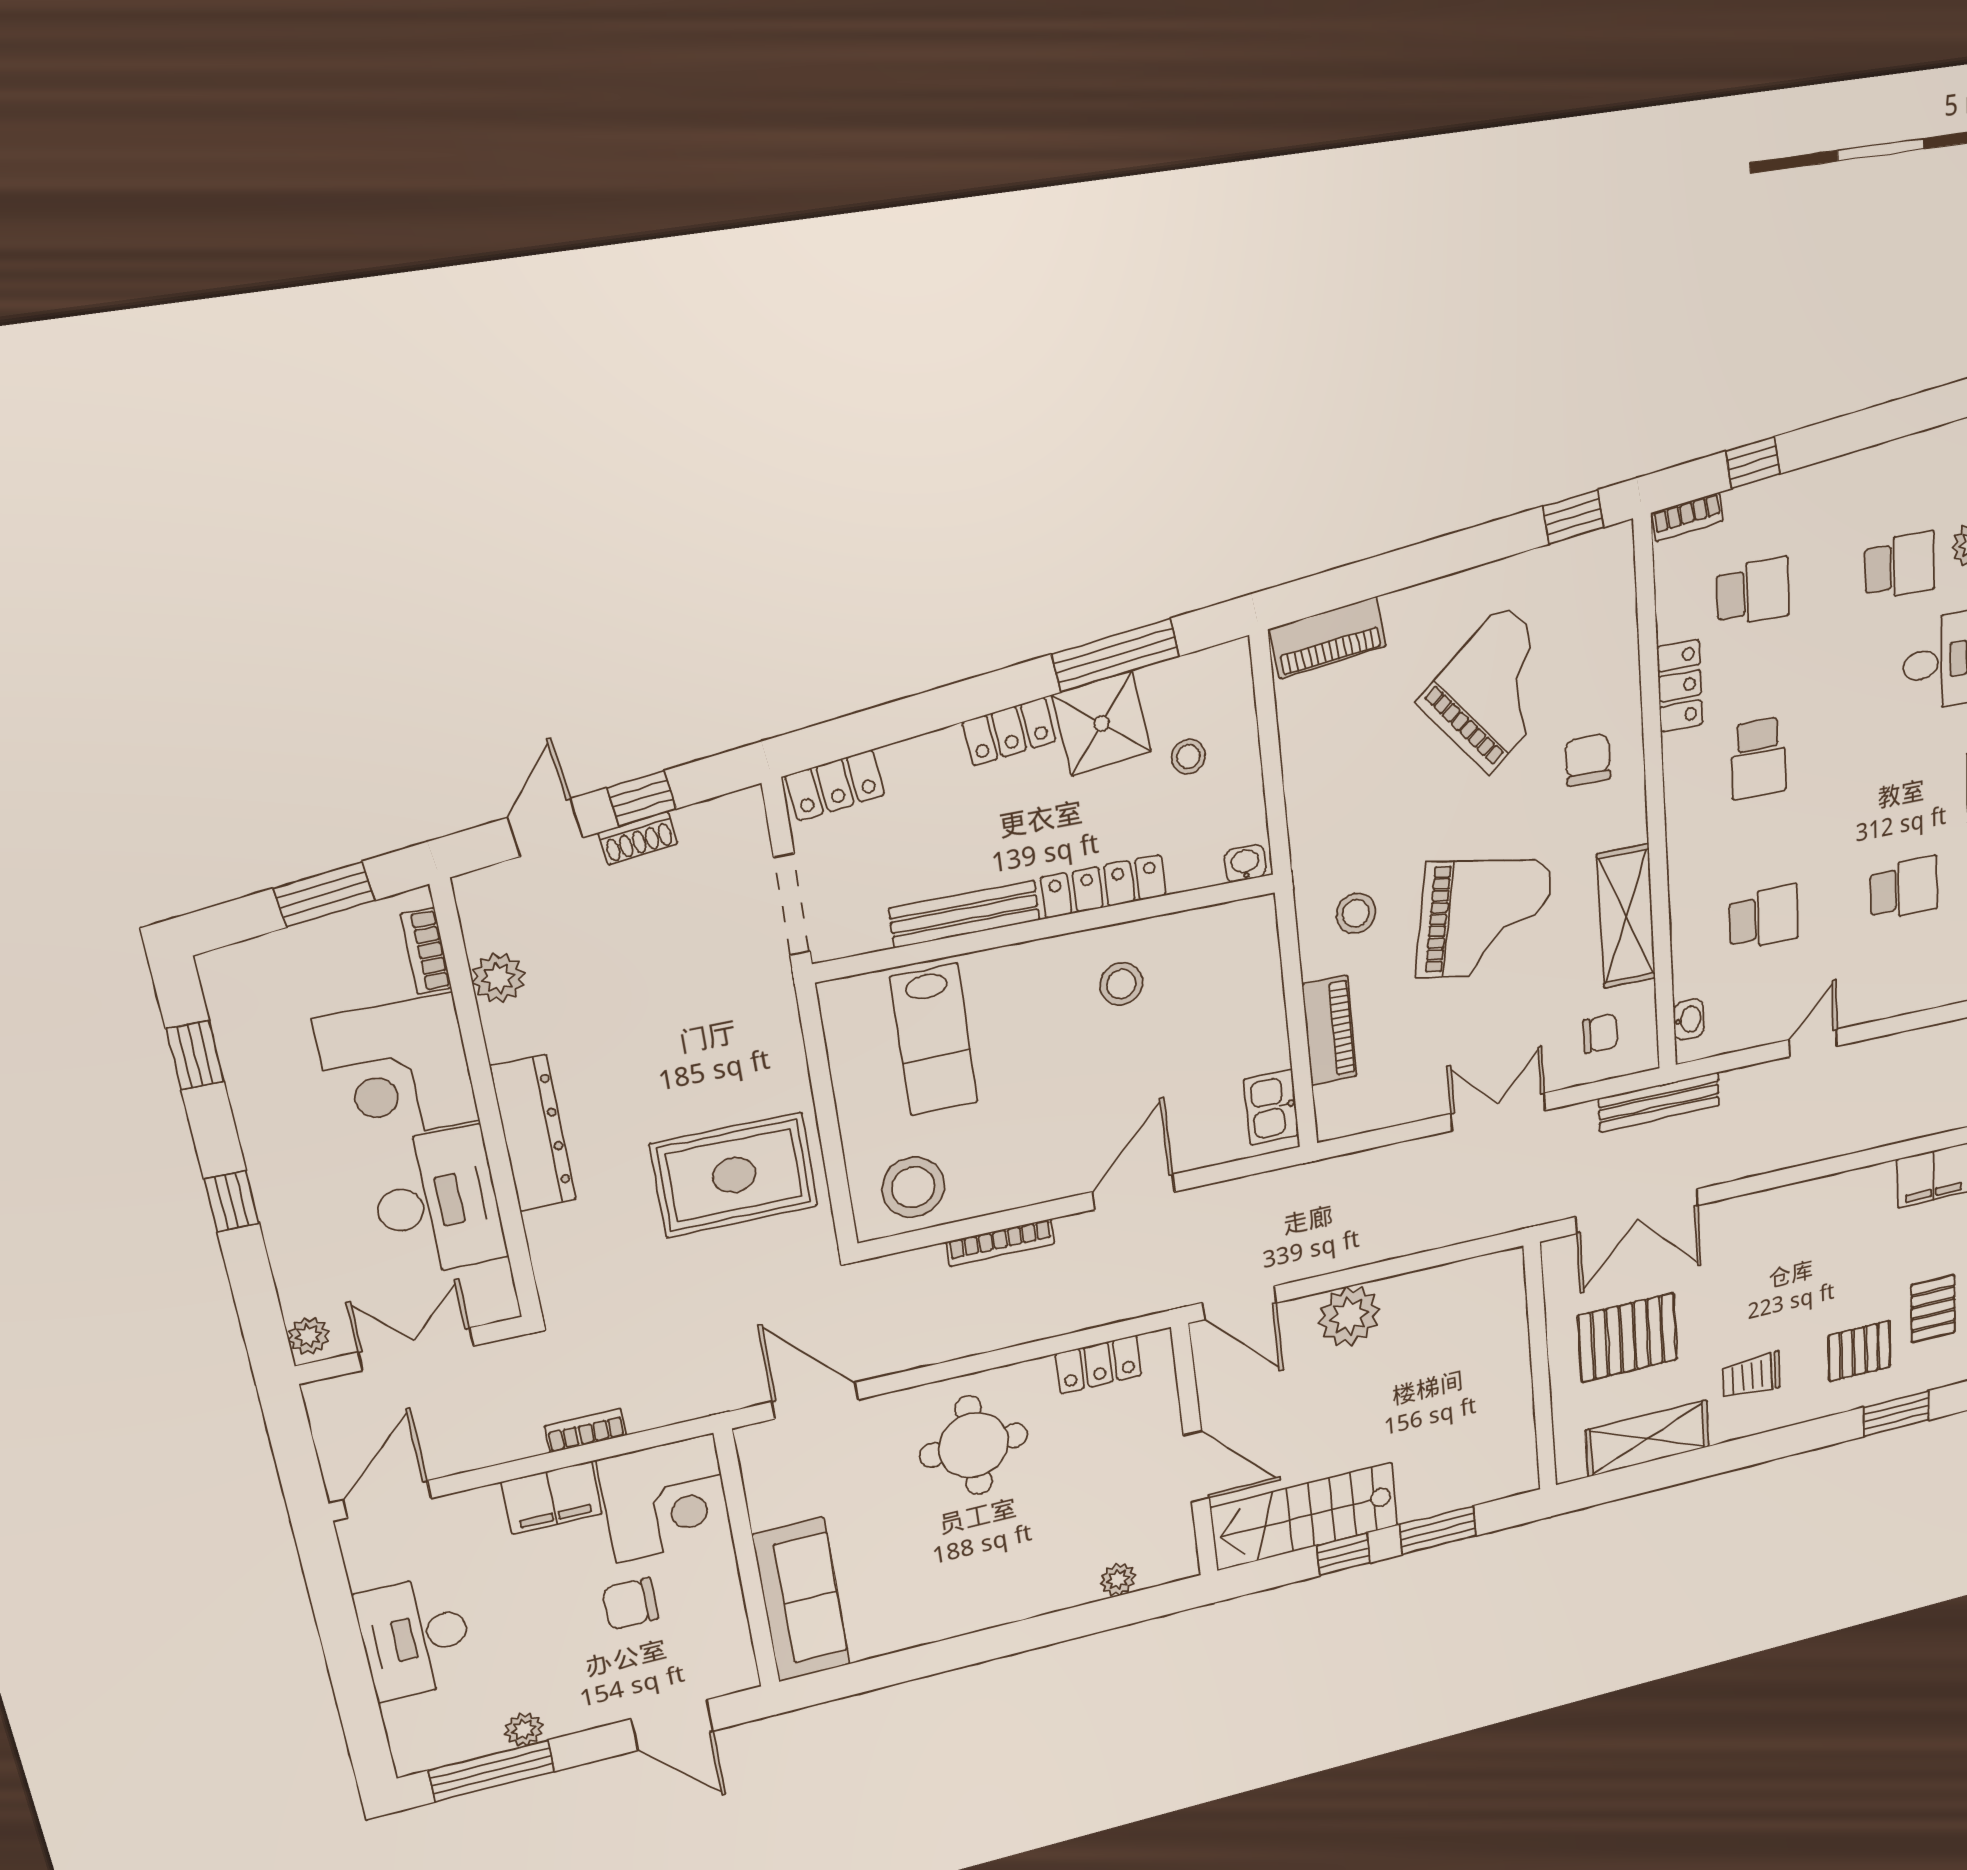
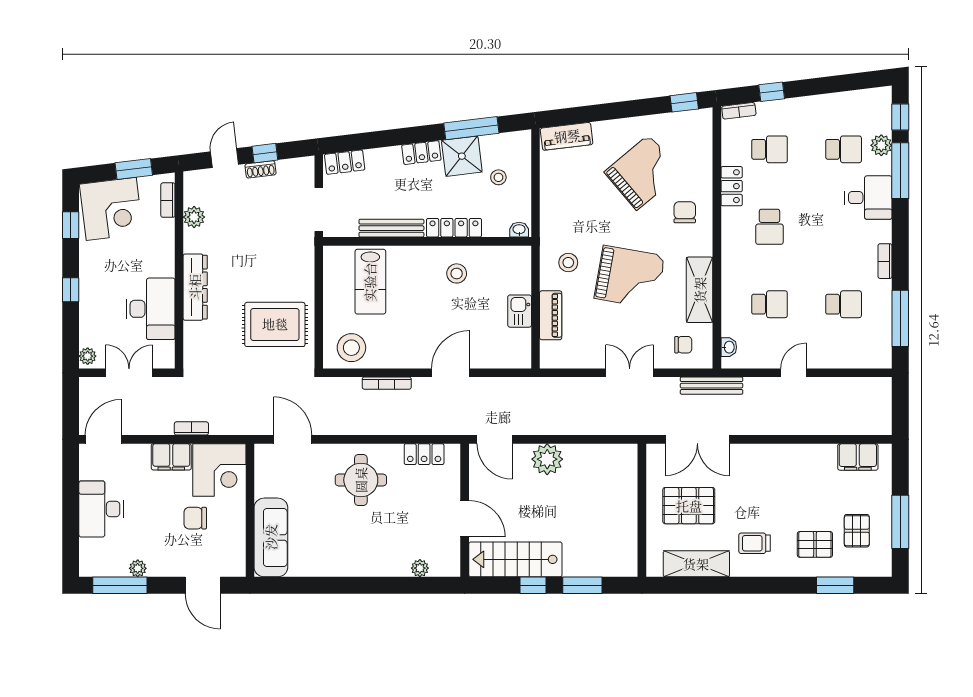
corner desk: (397, 1070) -> (111, 209), moved, turned -97
kitchen sink: (1271, 1107) -> (520, 311), moved

